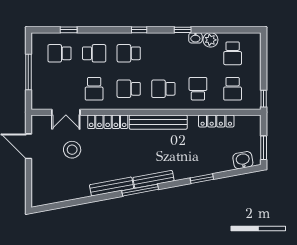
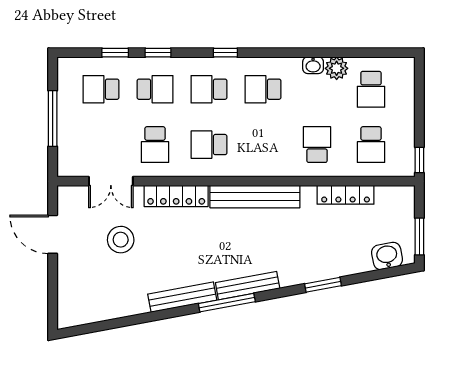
window: (183, 30) -> (158, 53), moved
school desk: (163, 89) -> (263, 89), moved

